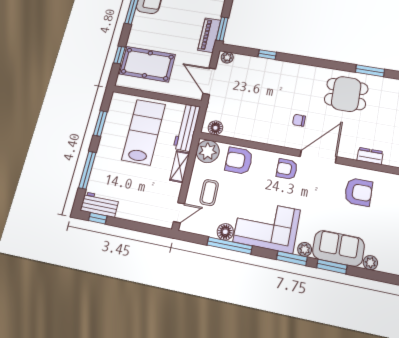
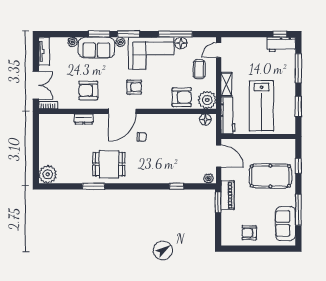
pool table: (147, 64) -> (270, 176), moved
armchair: (287, 169) -> (134, 87), moved

